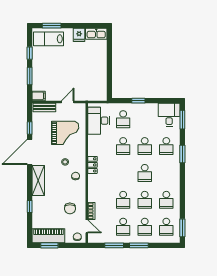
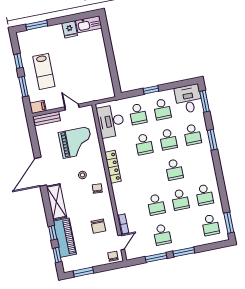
lab bench: (48, 39) -> (44, 71), moved, turned -90
door: (68, 102) -> (72, 107), hinge flipped
window: (30, 128) -> (57, 255), moved
locker: (93, 165) -> (113, 167), width x1.53
door: (87, 226) -> (121, 242), hinge flipped
school desk: (145, 227) -> (162, 109), moved
piano: (48, 236) -> (65, 238), moved, turned 90

